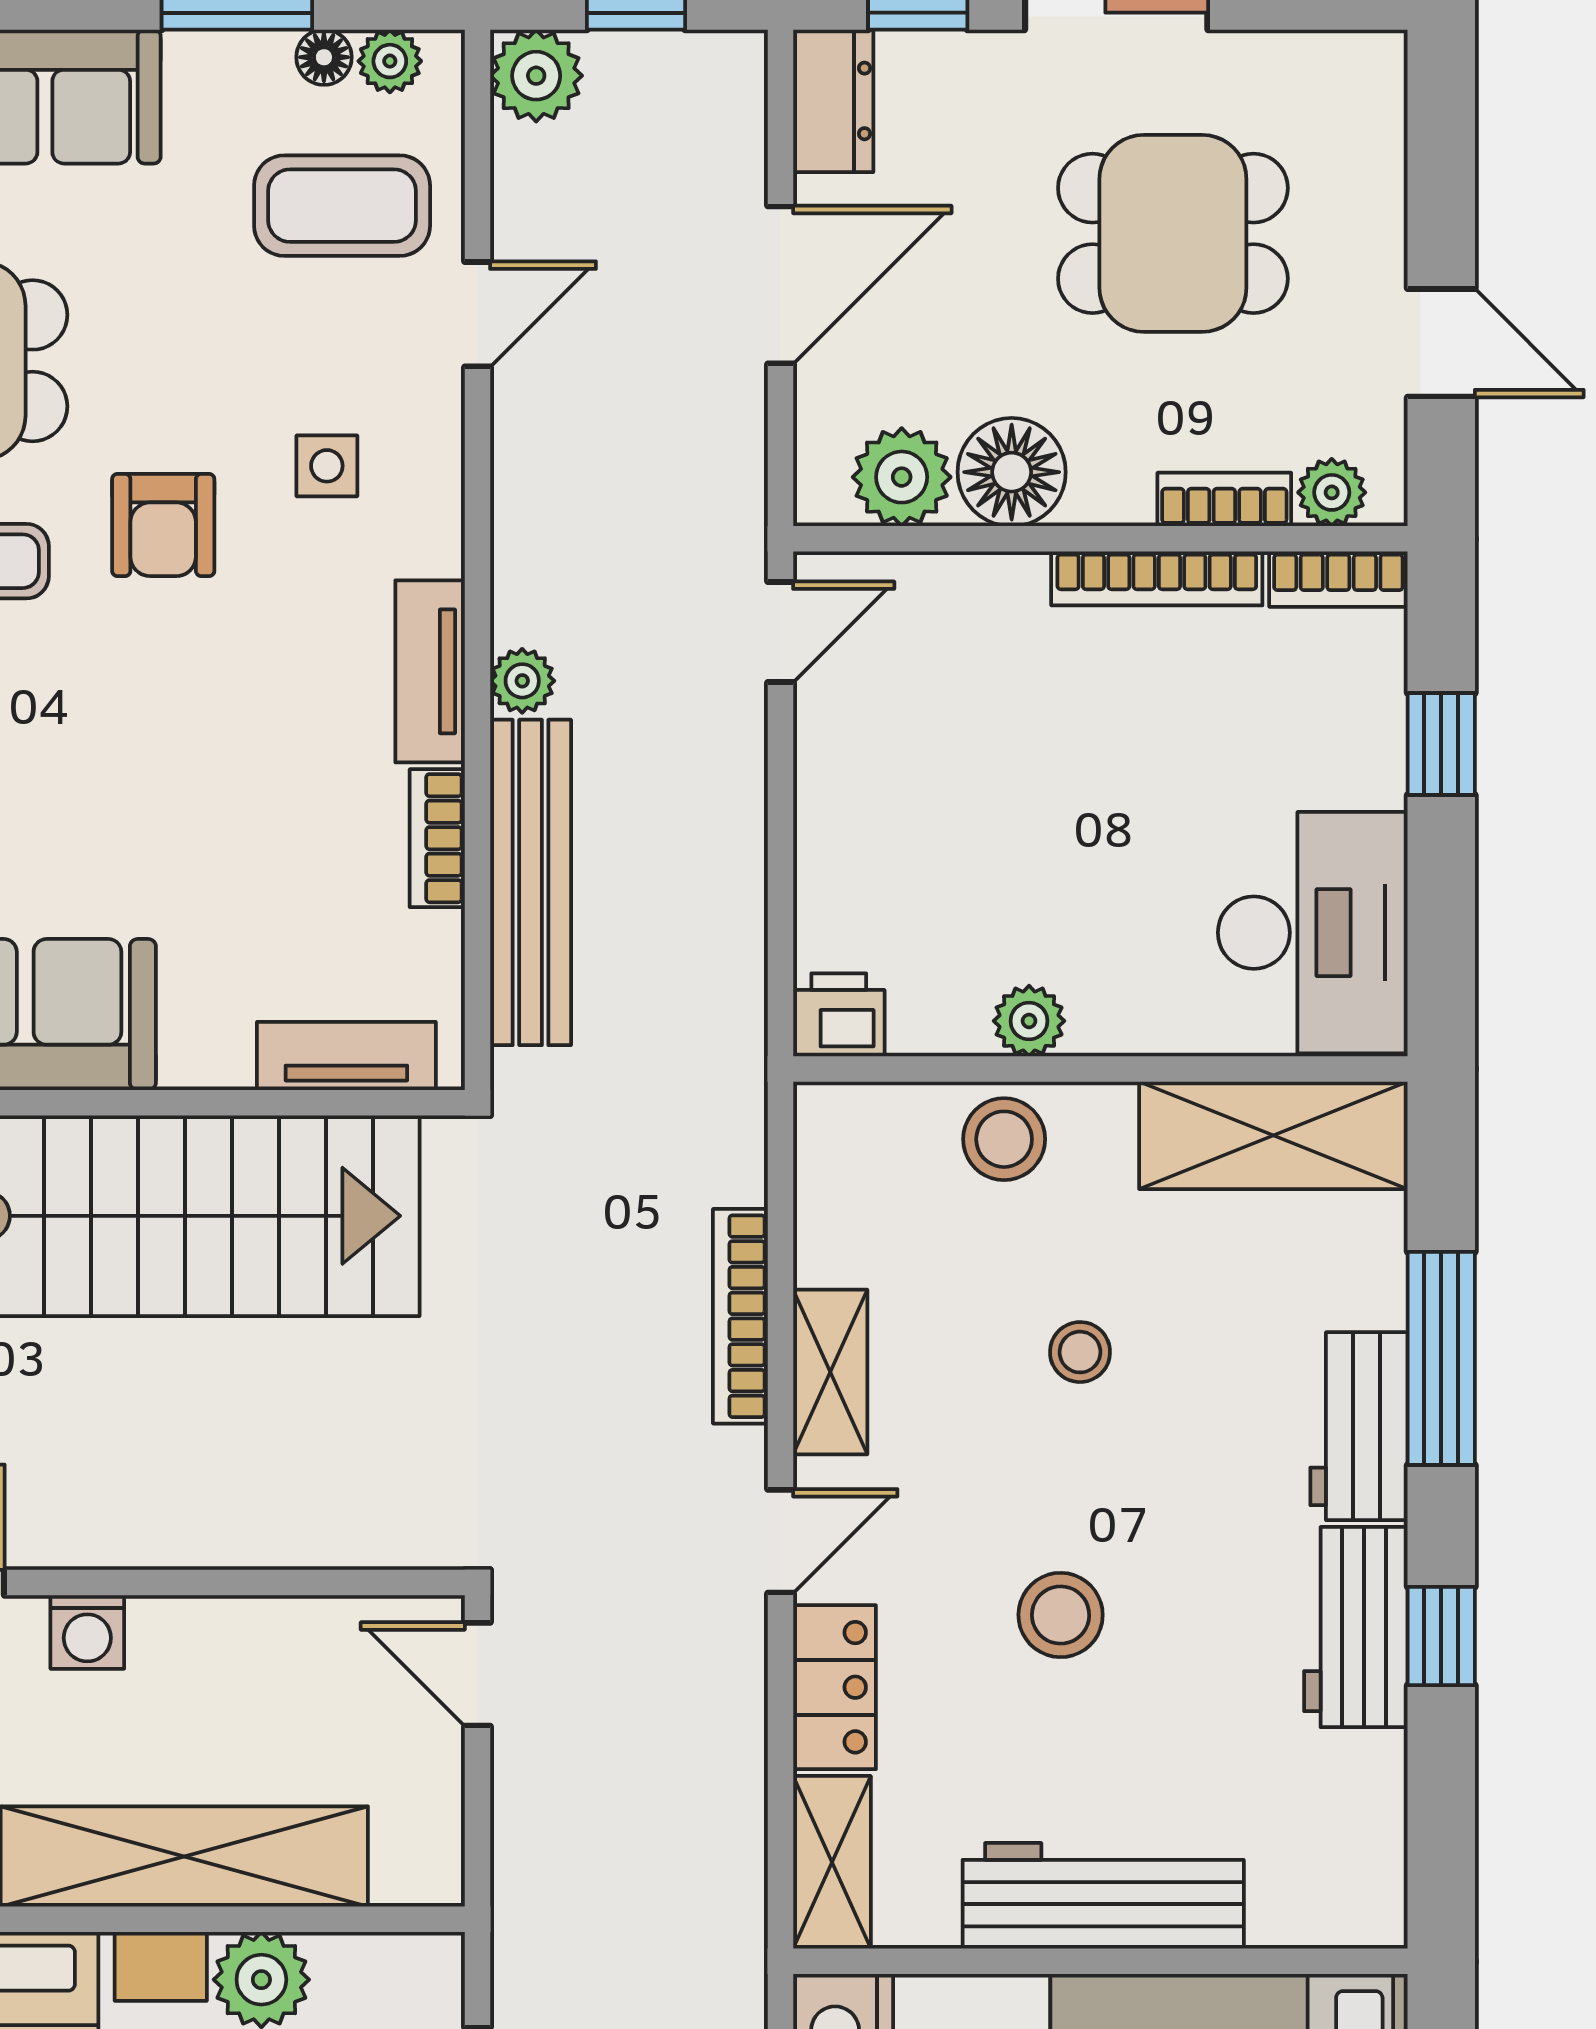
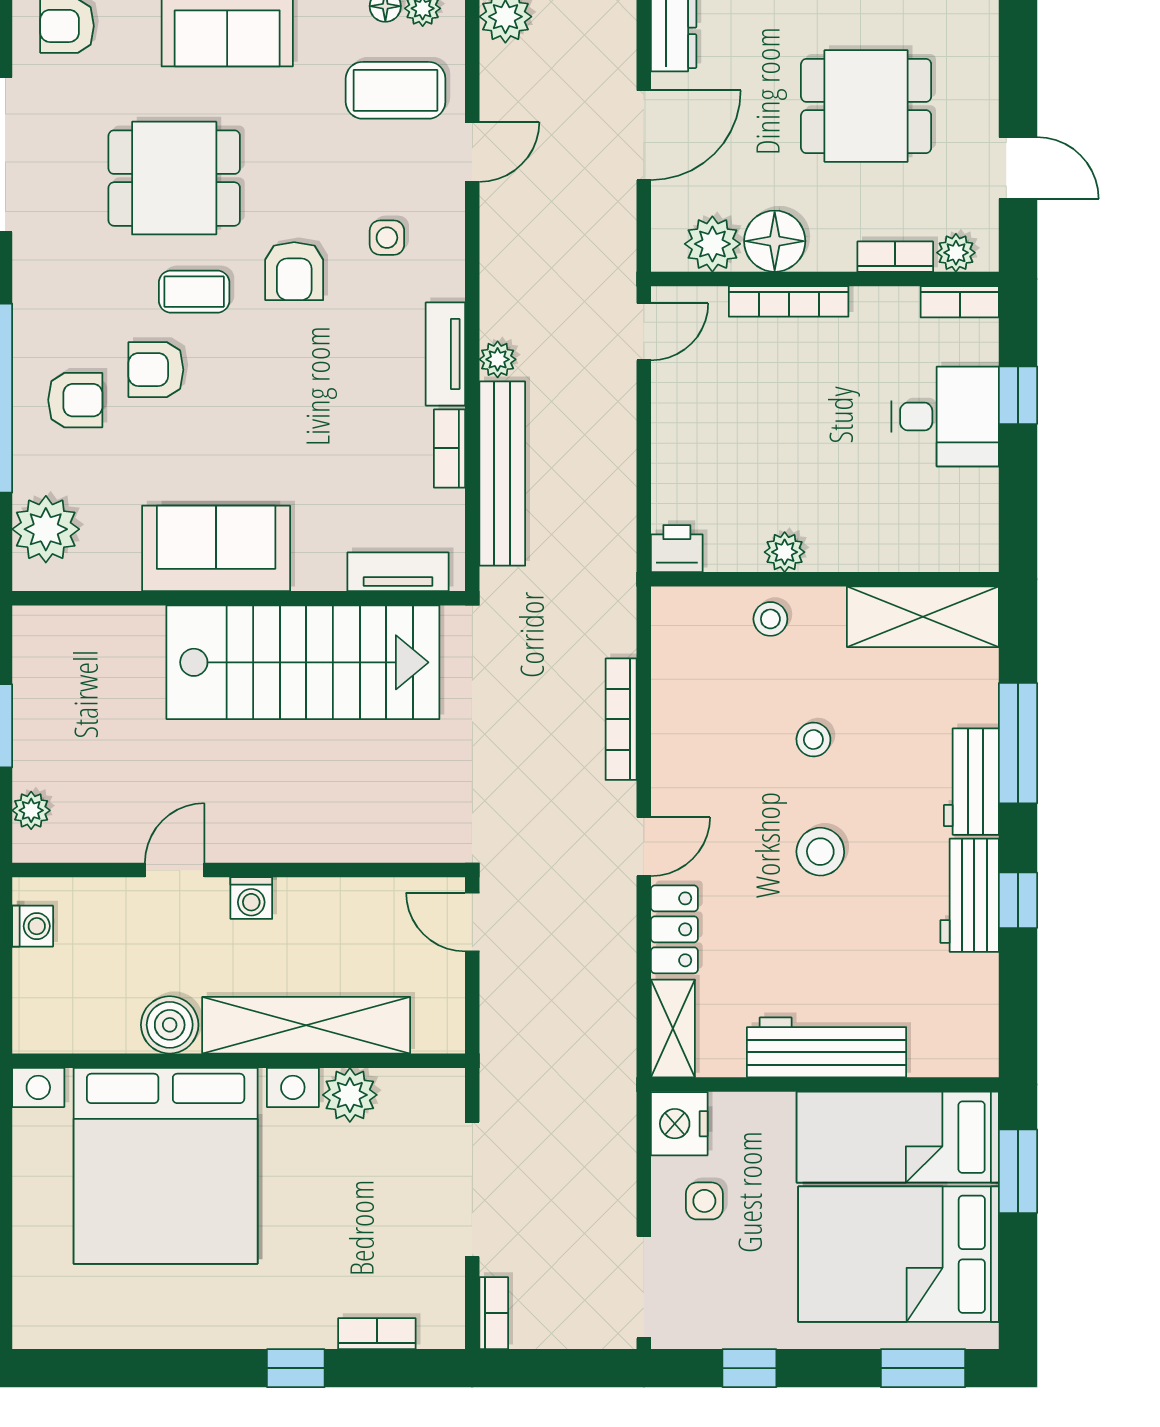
bookcase: (1157, 578) -> (789, 301), moved
desk: (1313, 933) -> (945, 417), moved, width x0.73
stool: (1004, 1139) -> (770, 619), width x0.73, depth x0.73
shelving: (830, 1372) -> (672, 751), removed
stool: (1061, 1615) -> (820, 852), moved

